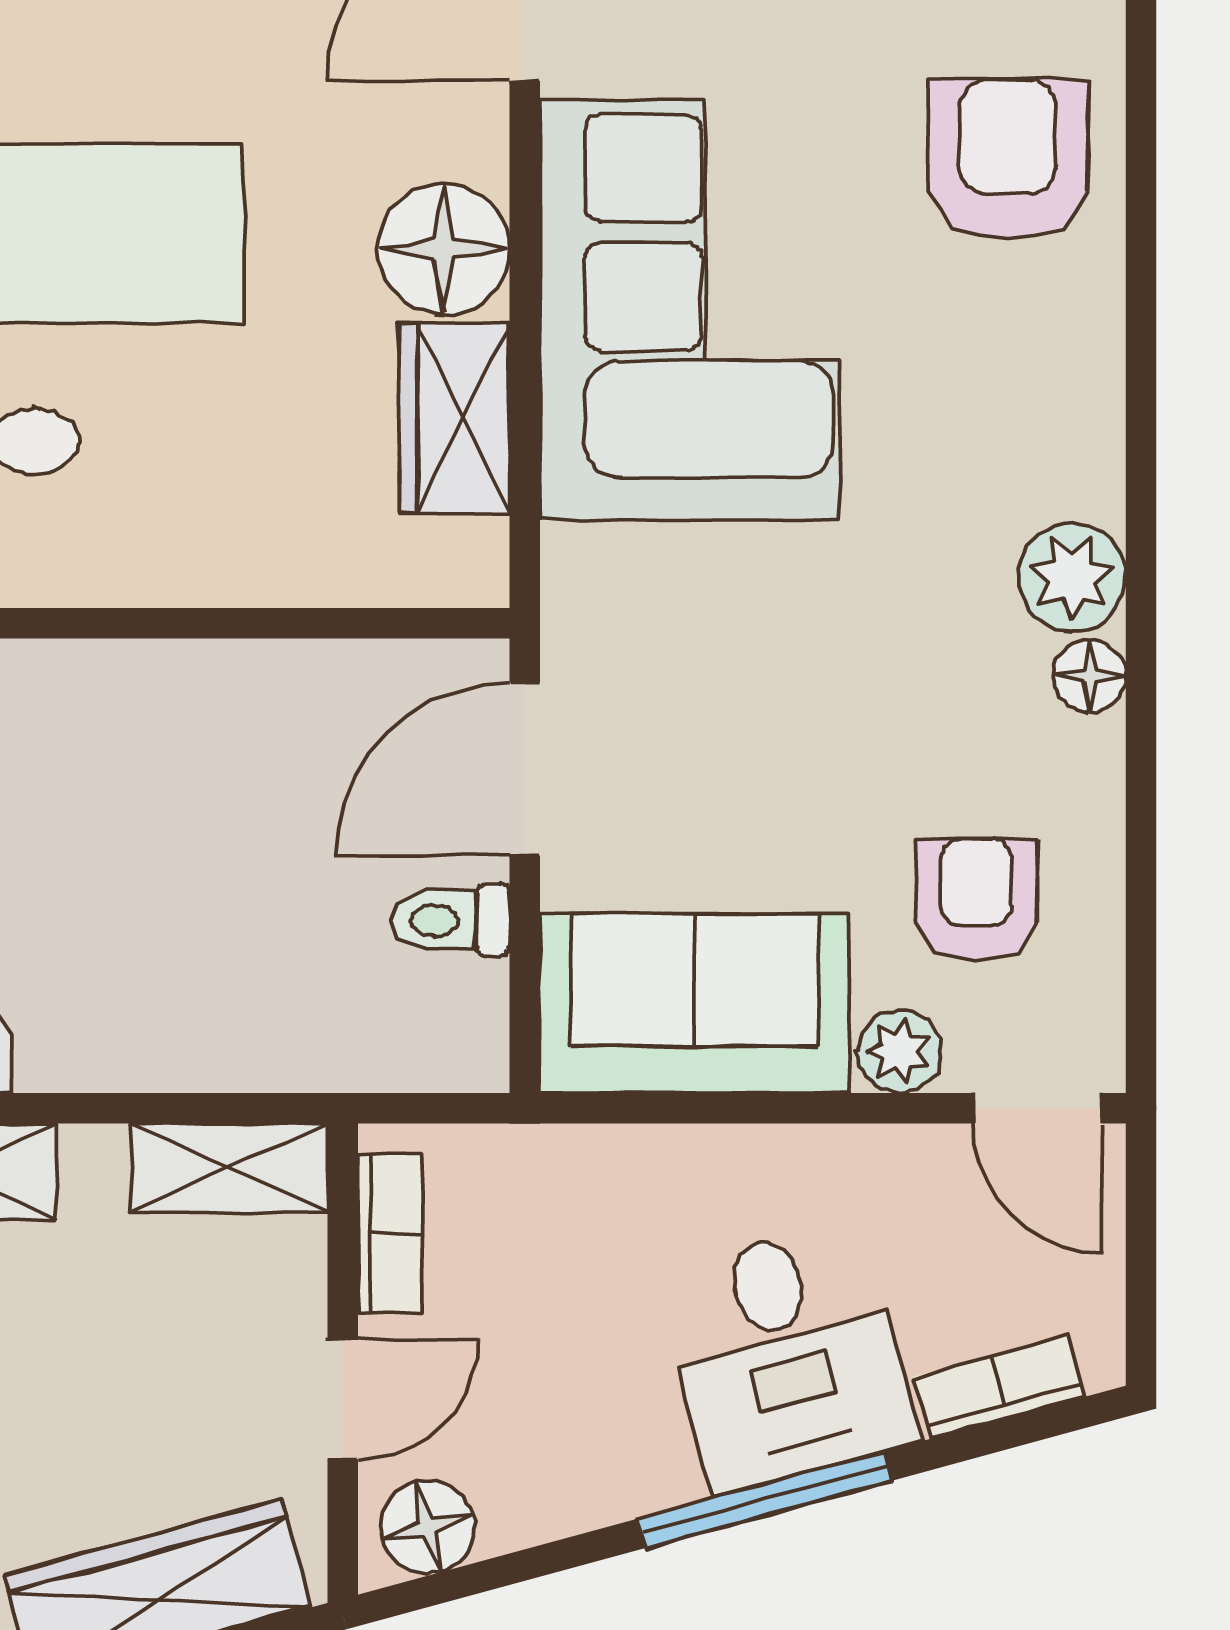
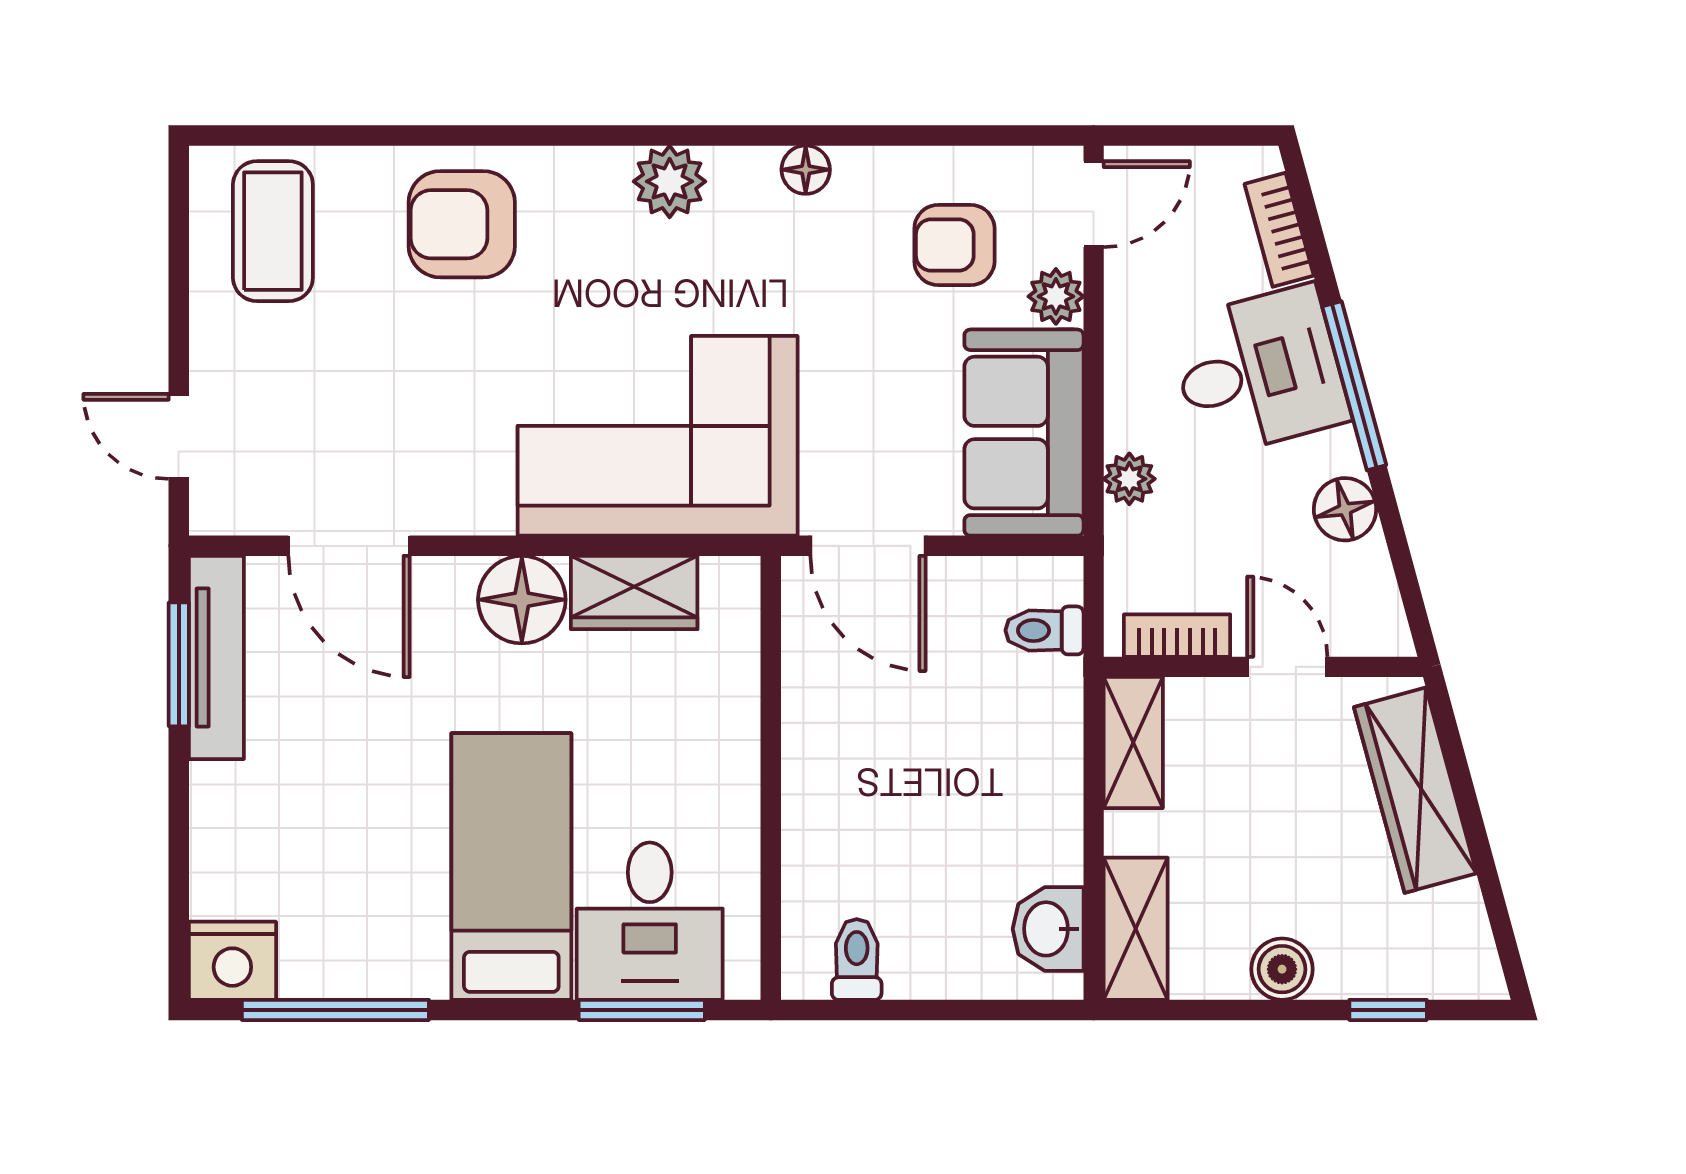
corner sofa: (690, 310) -> (658, 436), moved
plant: (1072, 577) -> (670, 181), moved
toilet: (451, 920) -> (1044, 630), moved, turned 90
plant: (625, 1162) -> (1129, 479), added
floor lamp: (428, 1527) -> (1345, 509), moved

